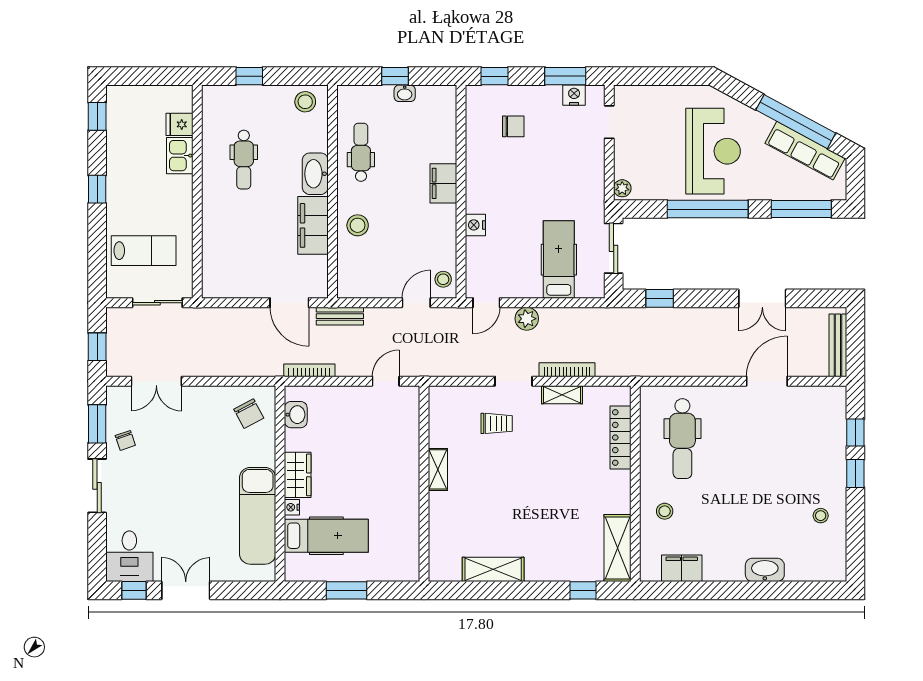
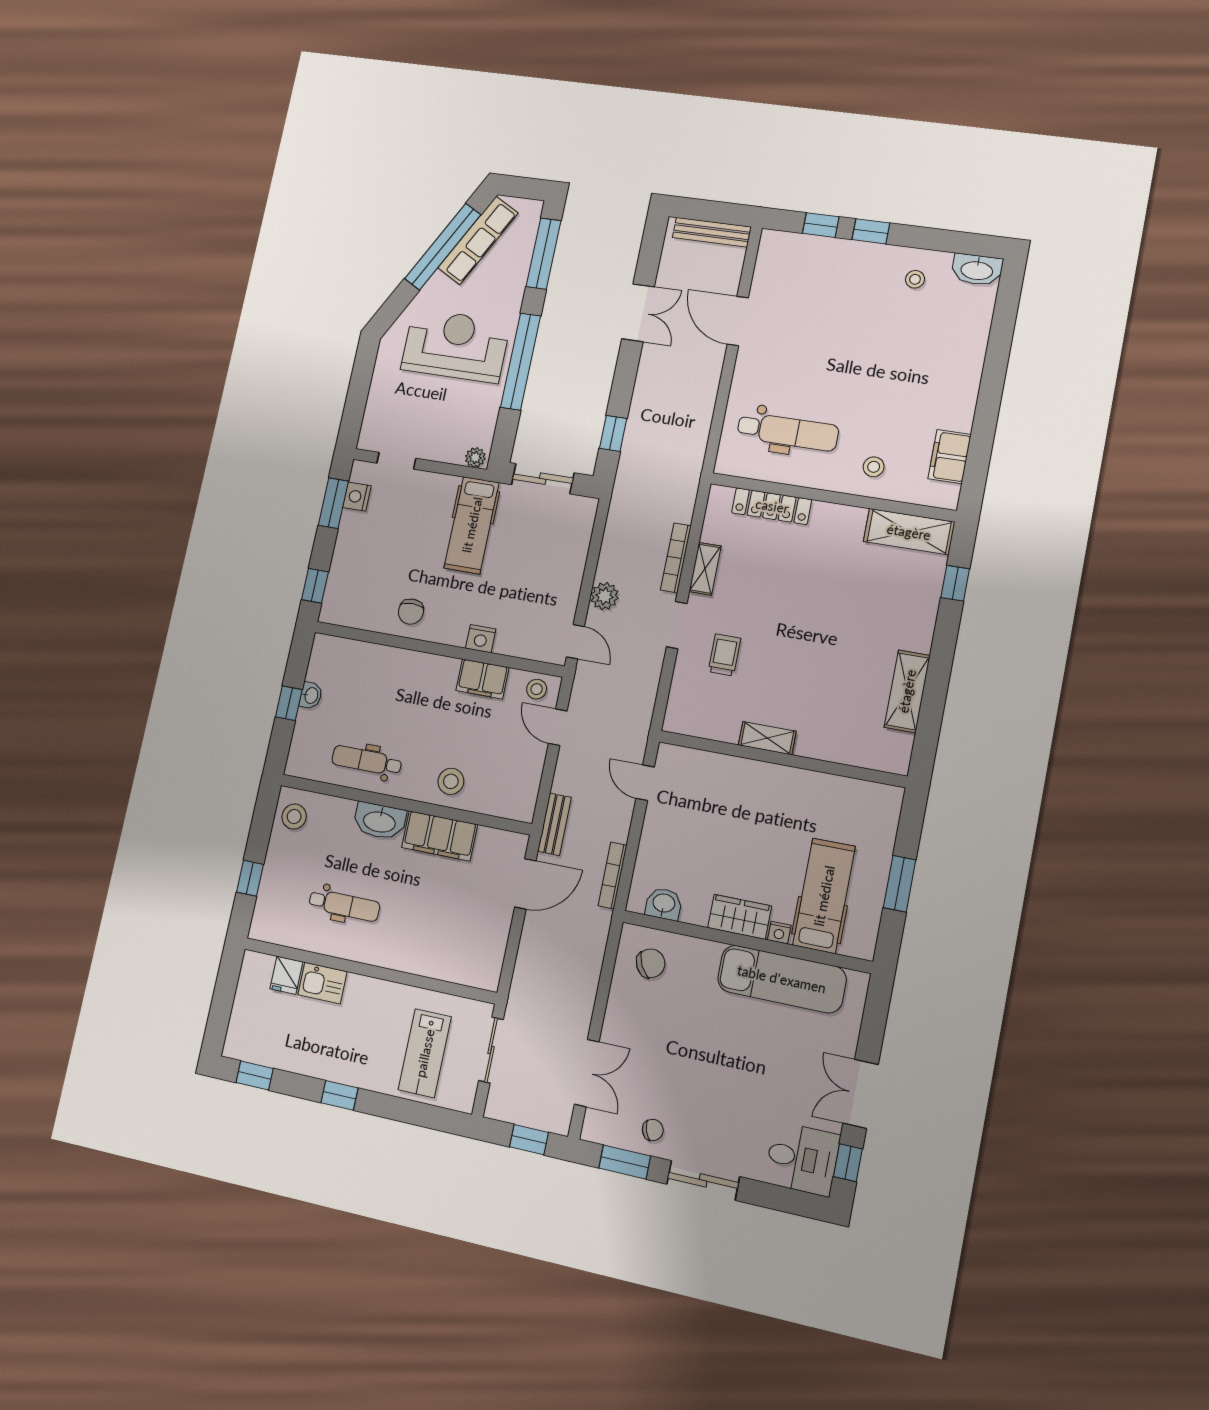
chair: (513, 126) -> (411, 612), moved, turned 180
filing cabinet: (443, 183) -> (482, 679), moved
lab bench: (144, 251) -> (425, 1053), turned 180
hospital bed: (559, 260) -> (472, 525), moved, turned -90
washbasin: (765, 570) -> (977, 270), moved, turned -90

